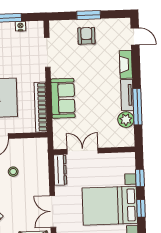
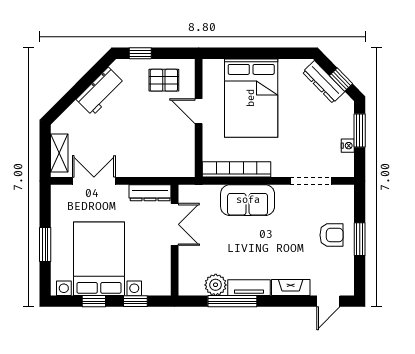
stool: (13, 172) -> (150, 129), removed

